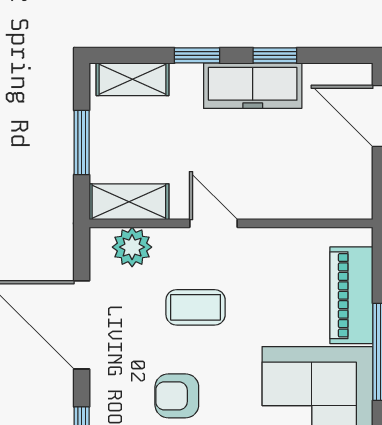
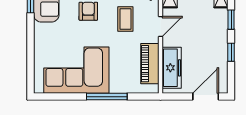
freezer: (253, 86) -> (172, 68), moved, turned 180
piano: (351, 295) -> (150, 64), moved, turned -90

